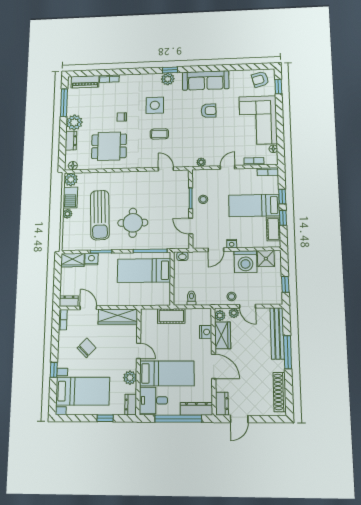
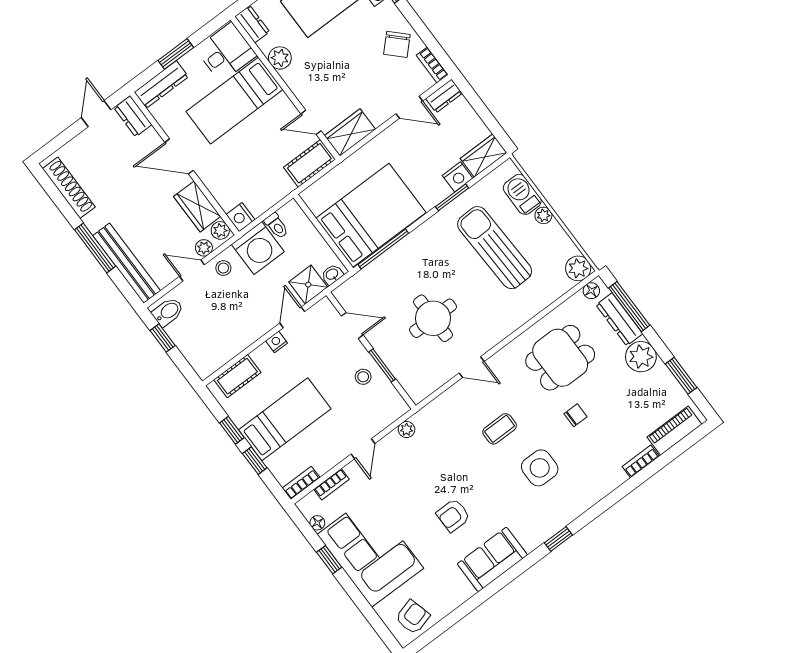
plant: (168, 79) -> (551, 522), removed
sofa: (206, 80) -> (492, 559), width x0.73
window: (278, 87) -> (329, 560), moved
window: (64, 103) -> (681, 376), width x0.69
dresser: (71, 141) -> (619, 319), width x1.44
window: (62, 147) -> (629, 307), added
door: (166, 169) -> (472, 367), moved
barbecue: (70, 198) -> (522, 194), moved
round table: (133, 223) -> (433, 318), moved
cot: (273, 229) -> (237, 376), moved, turned 90
shower: (266, 259) -> (308, 285), moved
washing machine: (245, 262) -> (258, 248), moved, turned 180
bed: (144, 270) -> (371, 215), width x1.50
bidet: (274, 295) -> (168, 312), added
cot: (171, 316) -> (309, 163), moved
wardrobe: (118, 317) -> (350, 132), width x0.67
nightstand: (206, 332) -> (241, 217), moved
chair: (87, 348) -> (397, 44), moved
door: (138, 351) -> (311, 122), moved
window: (178, 419) -> (176, 54), width x0.47

